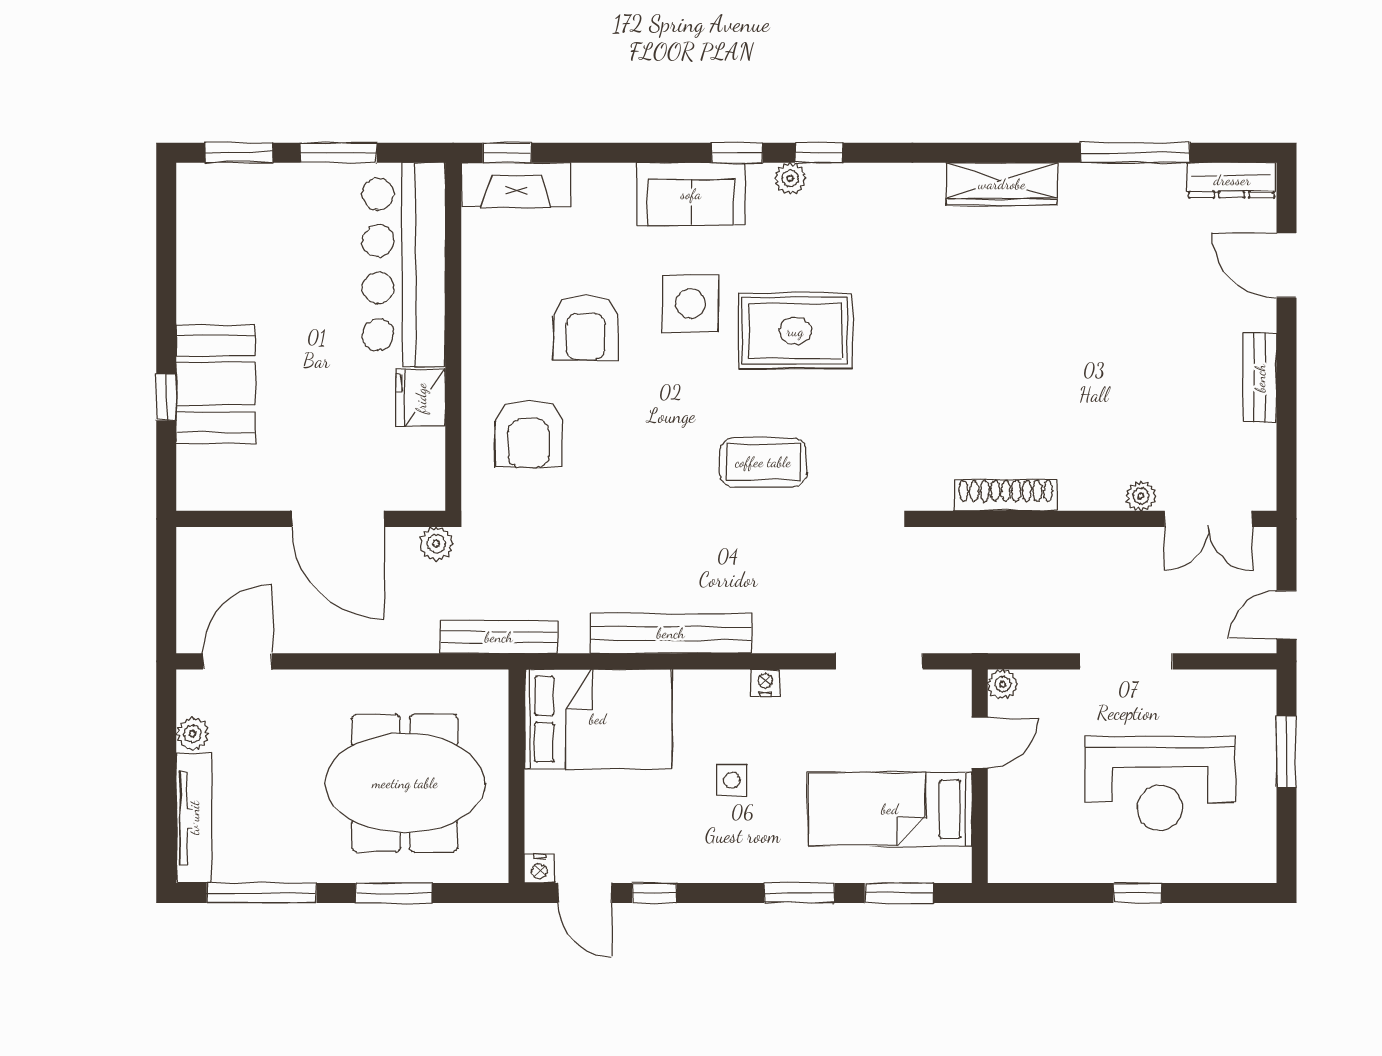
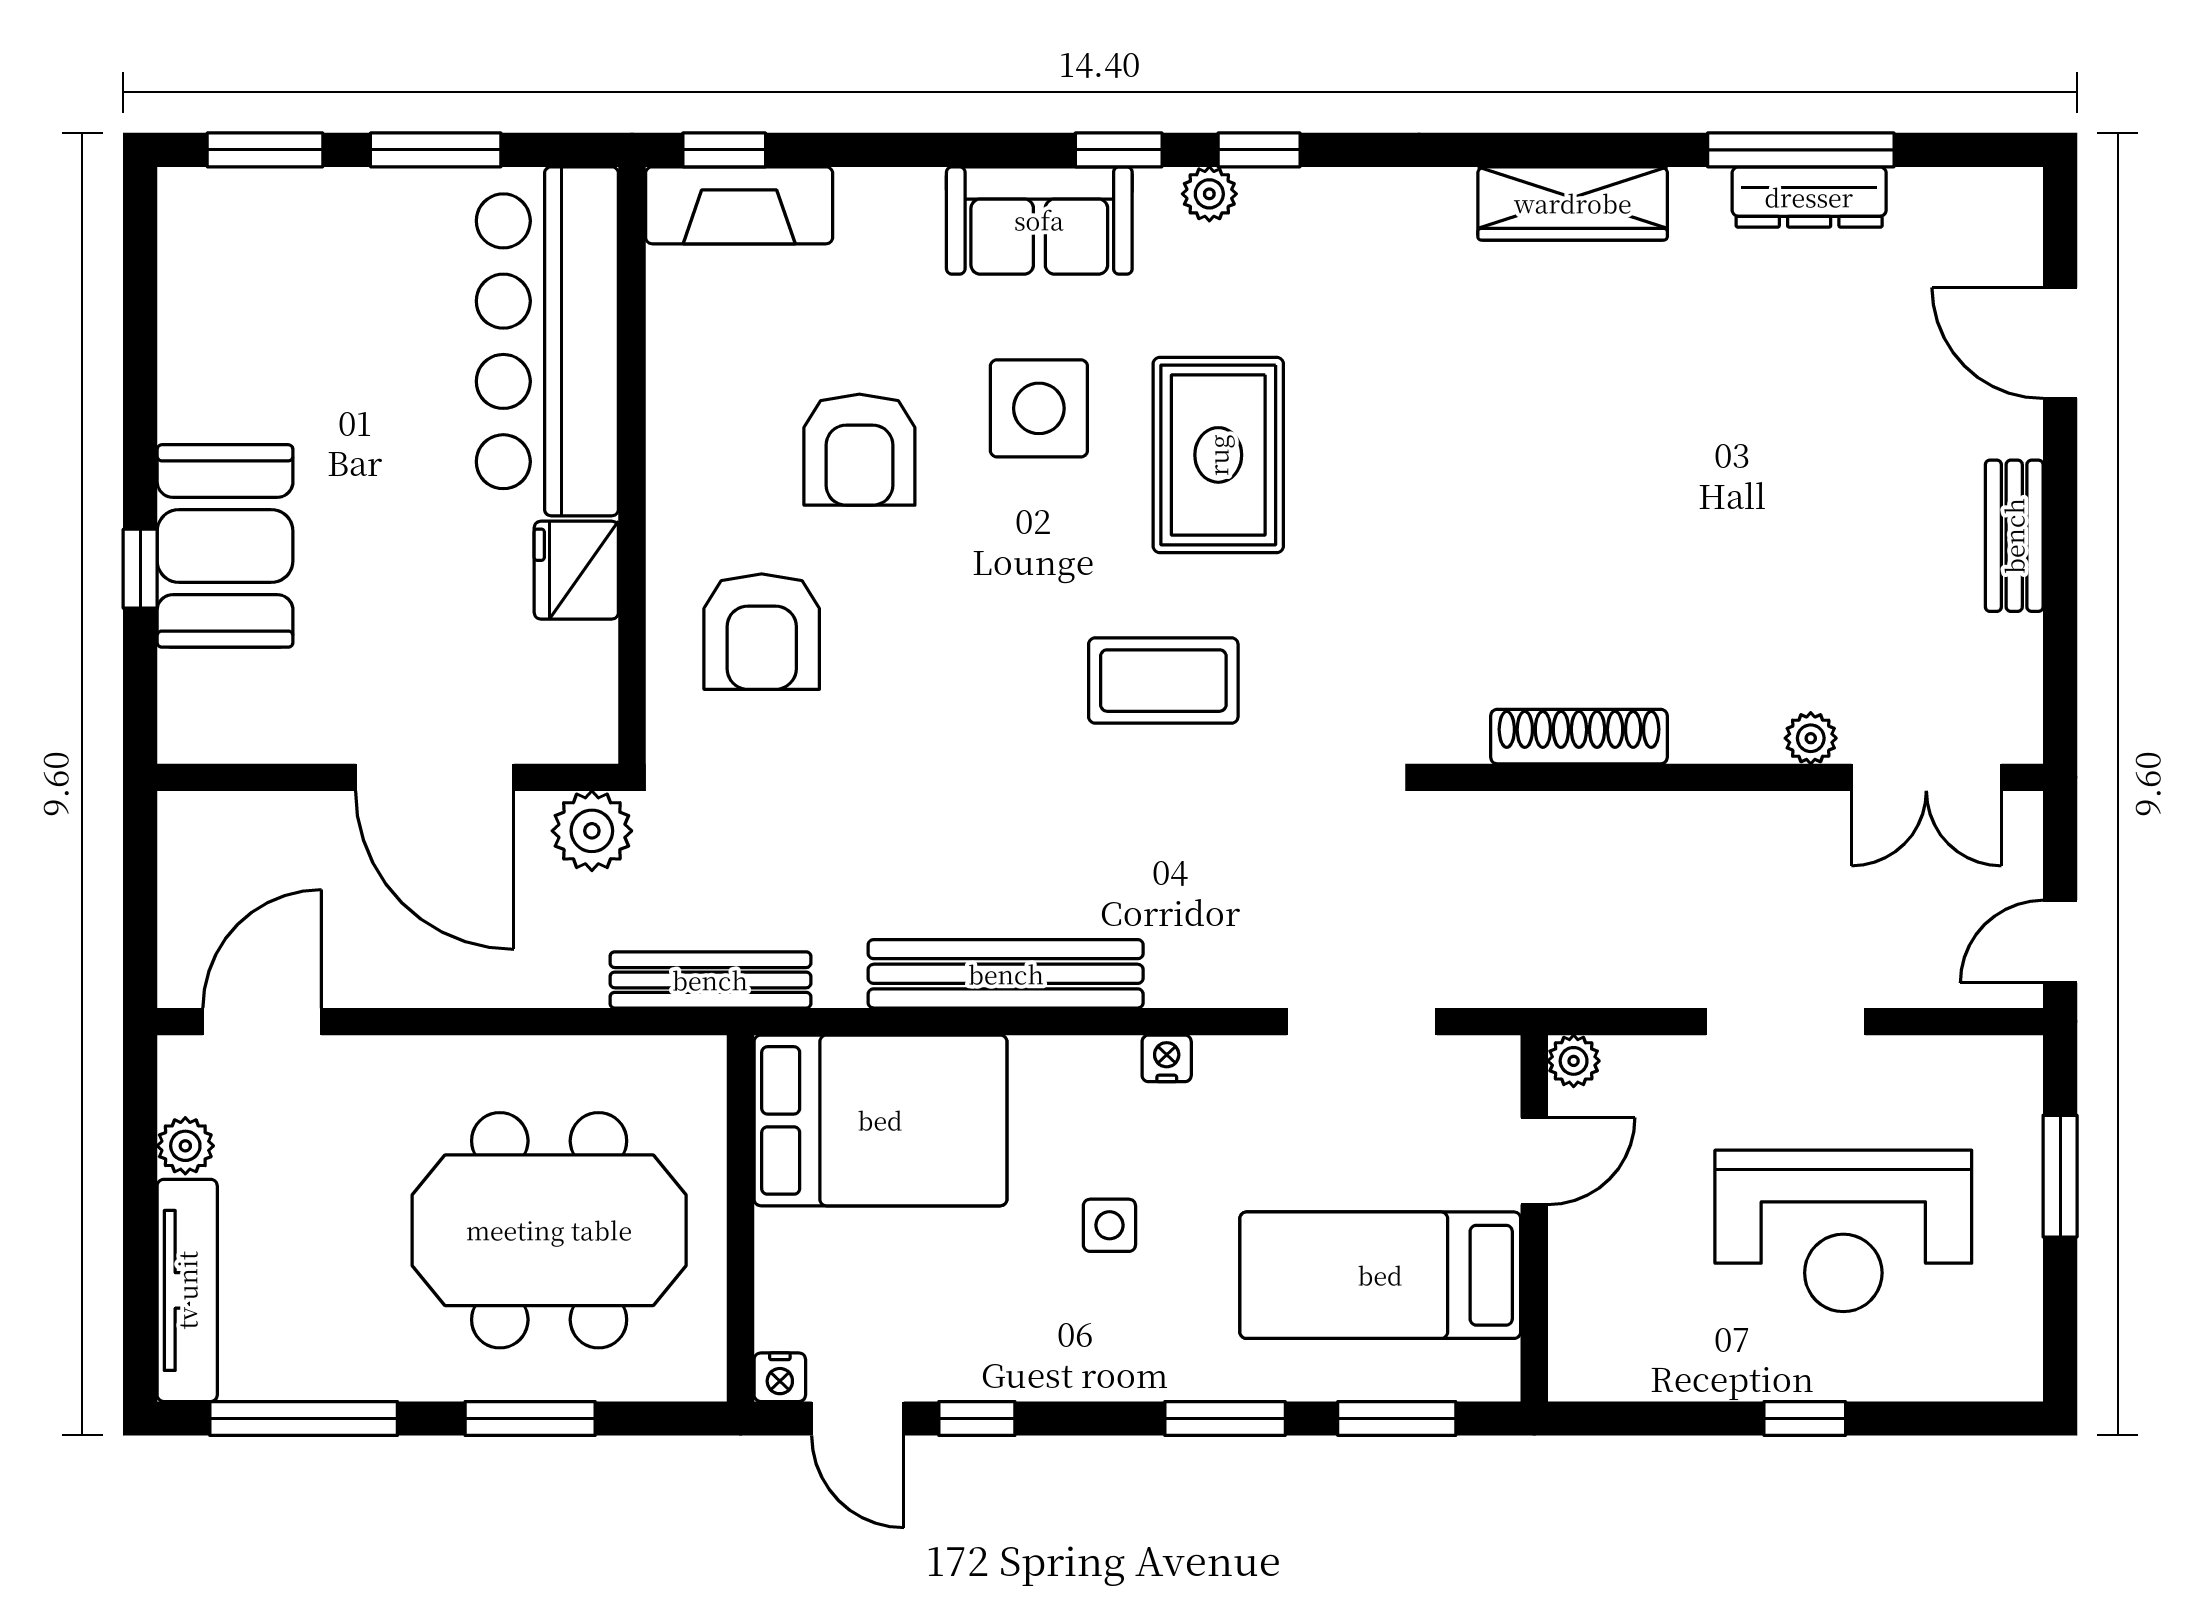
dresser: (1232, 180) -> (1809, 197), moved
rug: (795, 331) -> (1218, 455), turned 90
plant: (436, 544) -> (592, 831), width x1.38, depth x1.38

